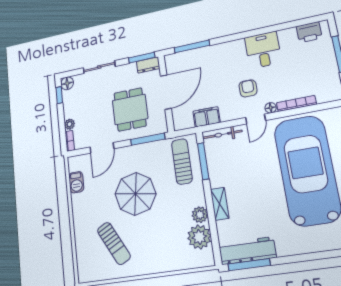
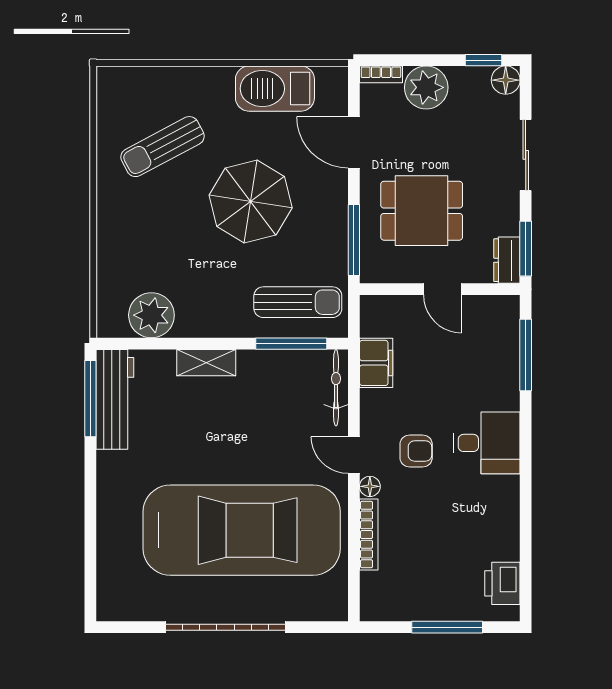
desk: (263, 50) -> (487, 443), moved
door: (166, 92) -> (442, 289), width x0.53
plant: (70, 124) -> (426, 87), width x1.88, depth x1.88
barbecue: (76, 182) -> (275, 89), width x1.88, depth x1.53
plant: (200, 215) -> (192, 322), removed

